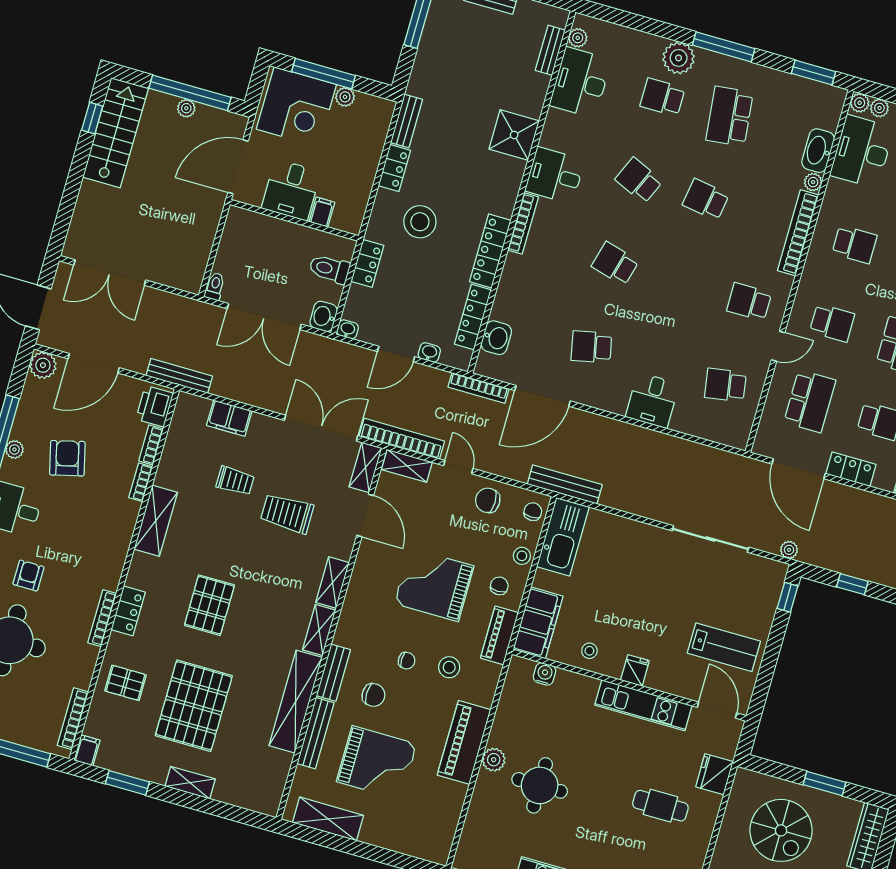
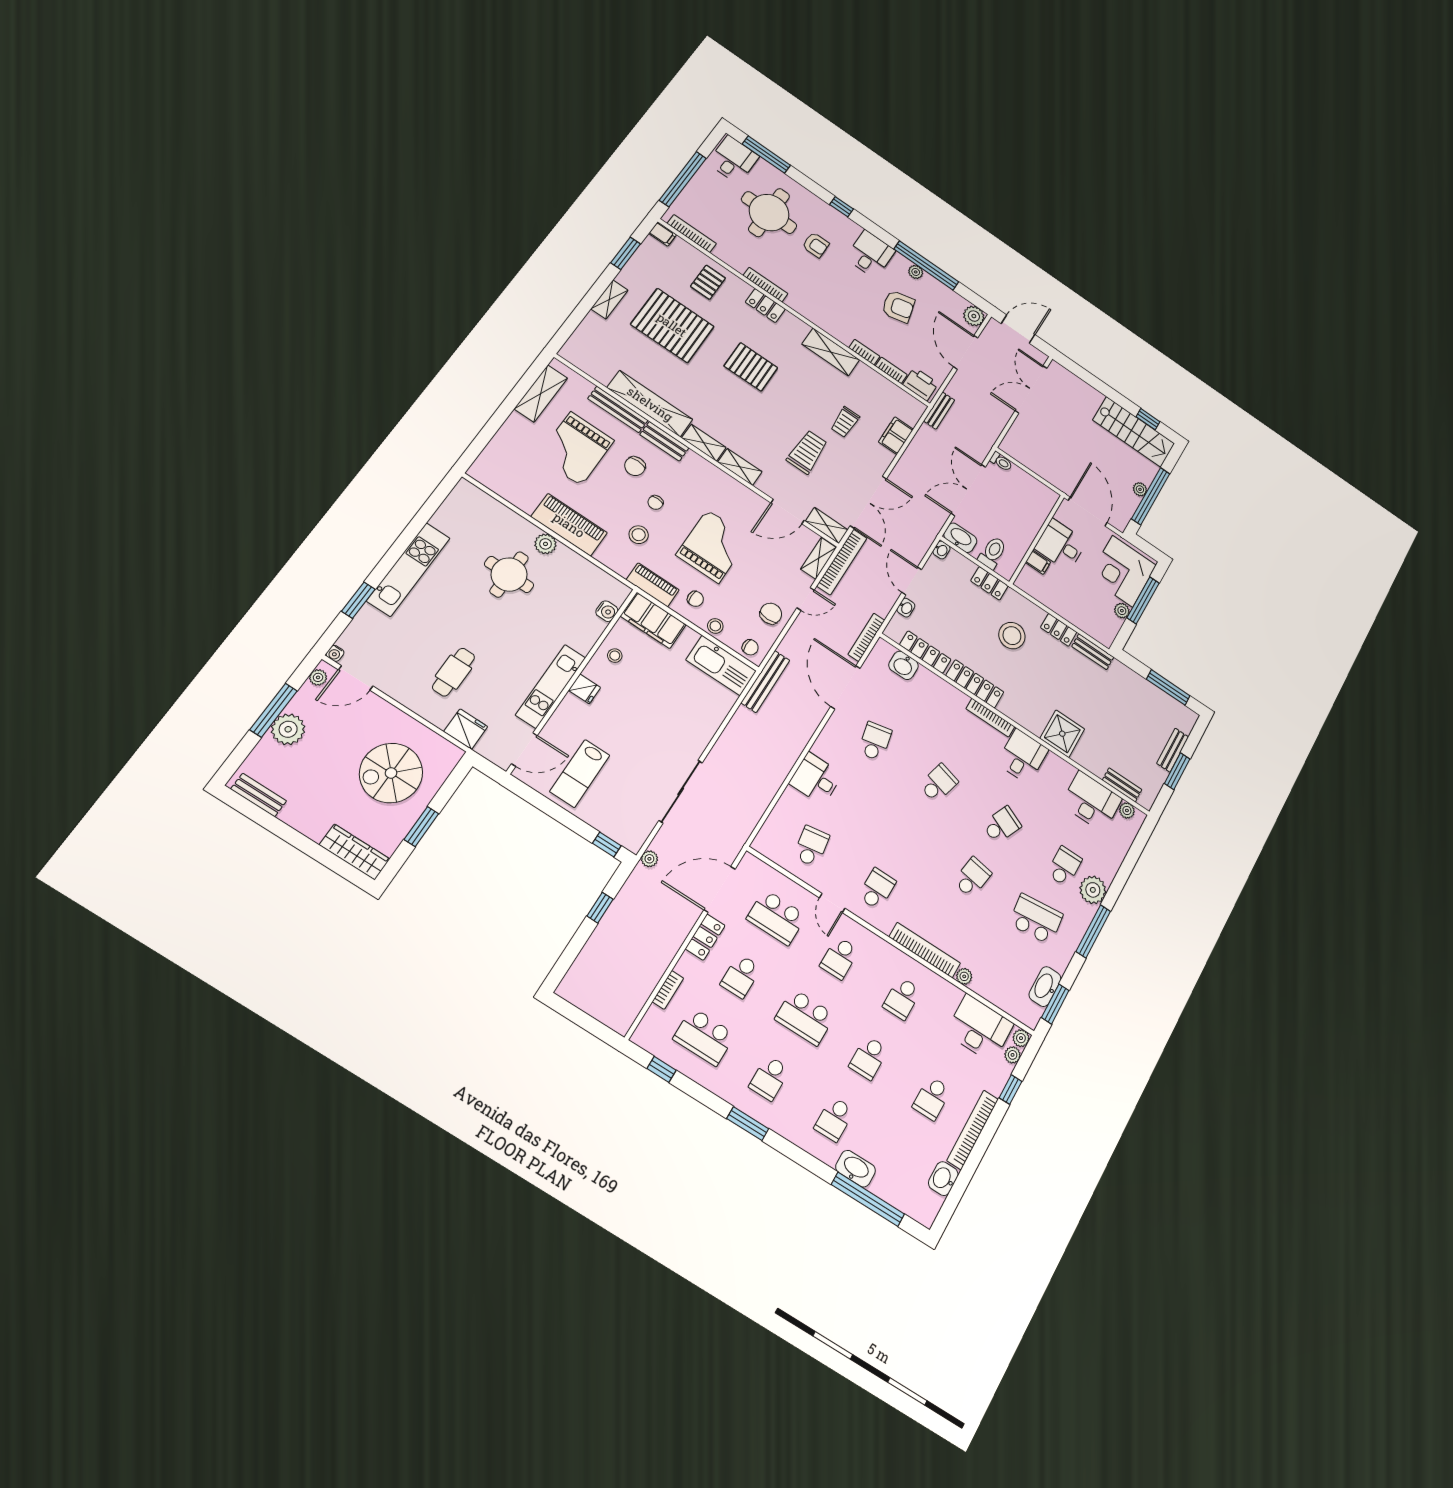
washbasin: (818, 151) -> (1045, 987), moved, turned -90
washbasin: (324, 316) -> (960, 538), width x1.38
bench: (179, 376) -> (939, 411), width x0.73

